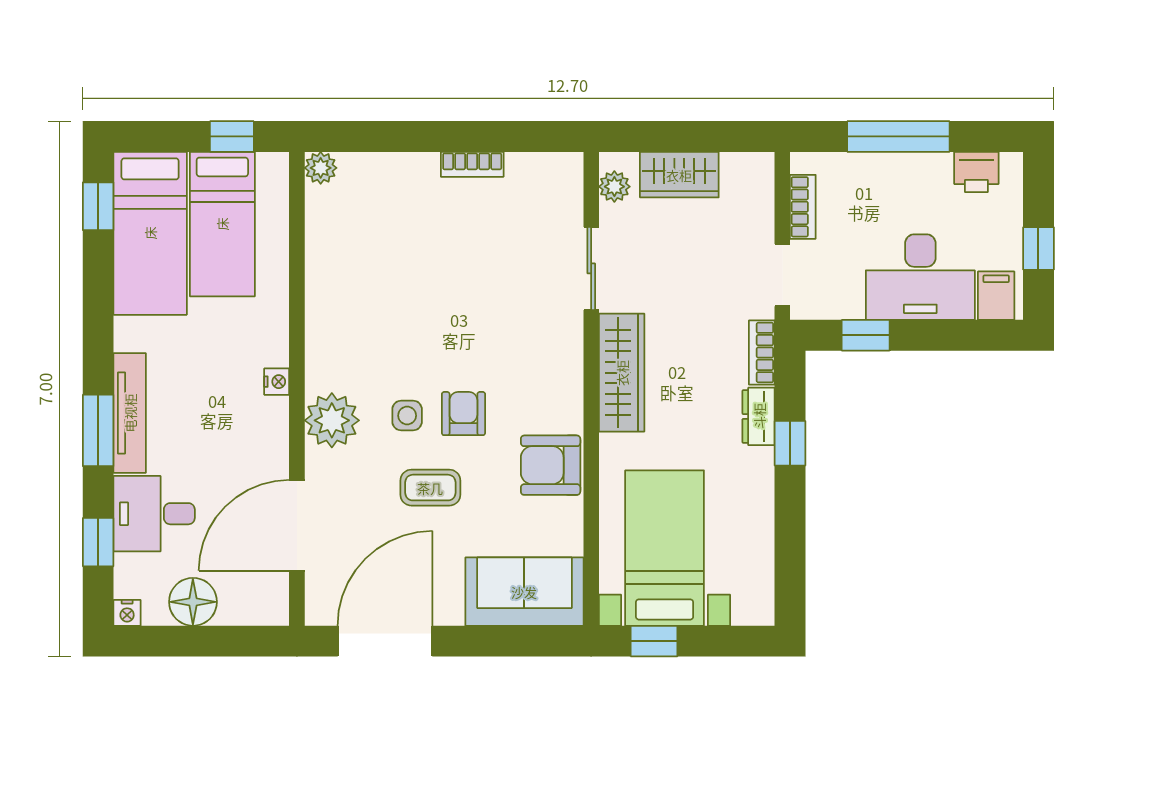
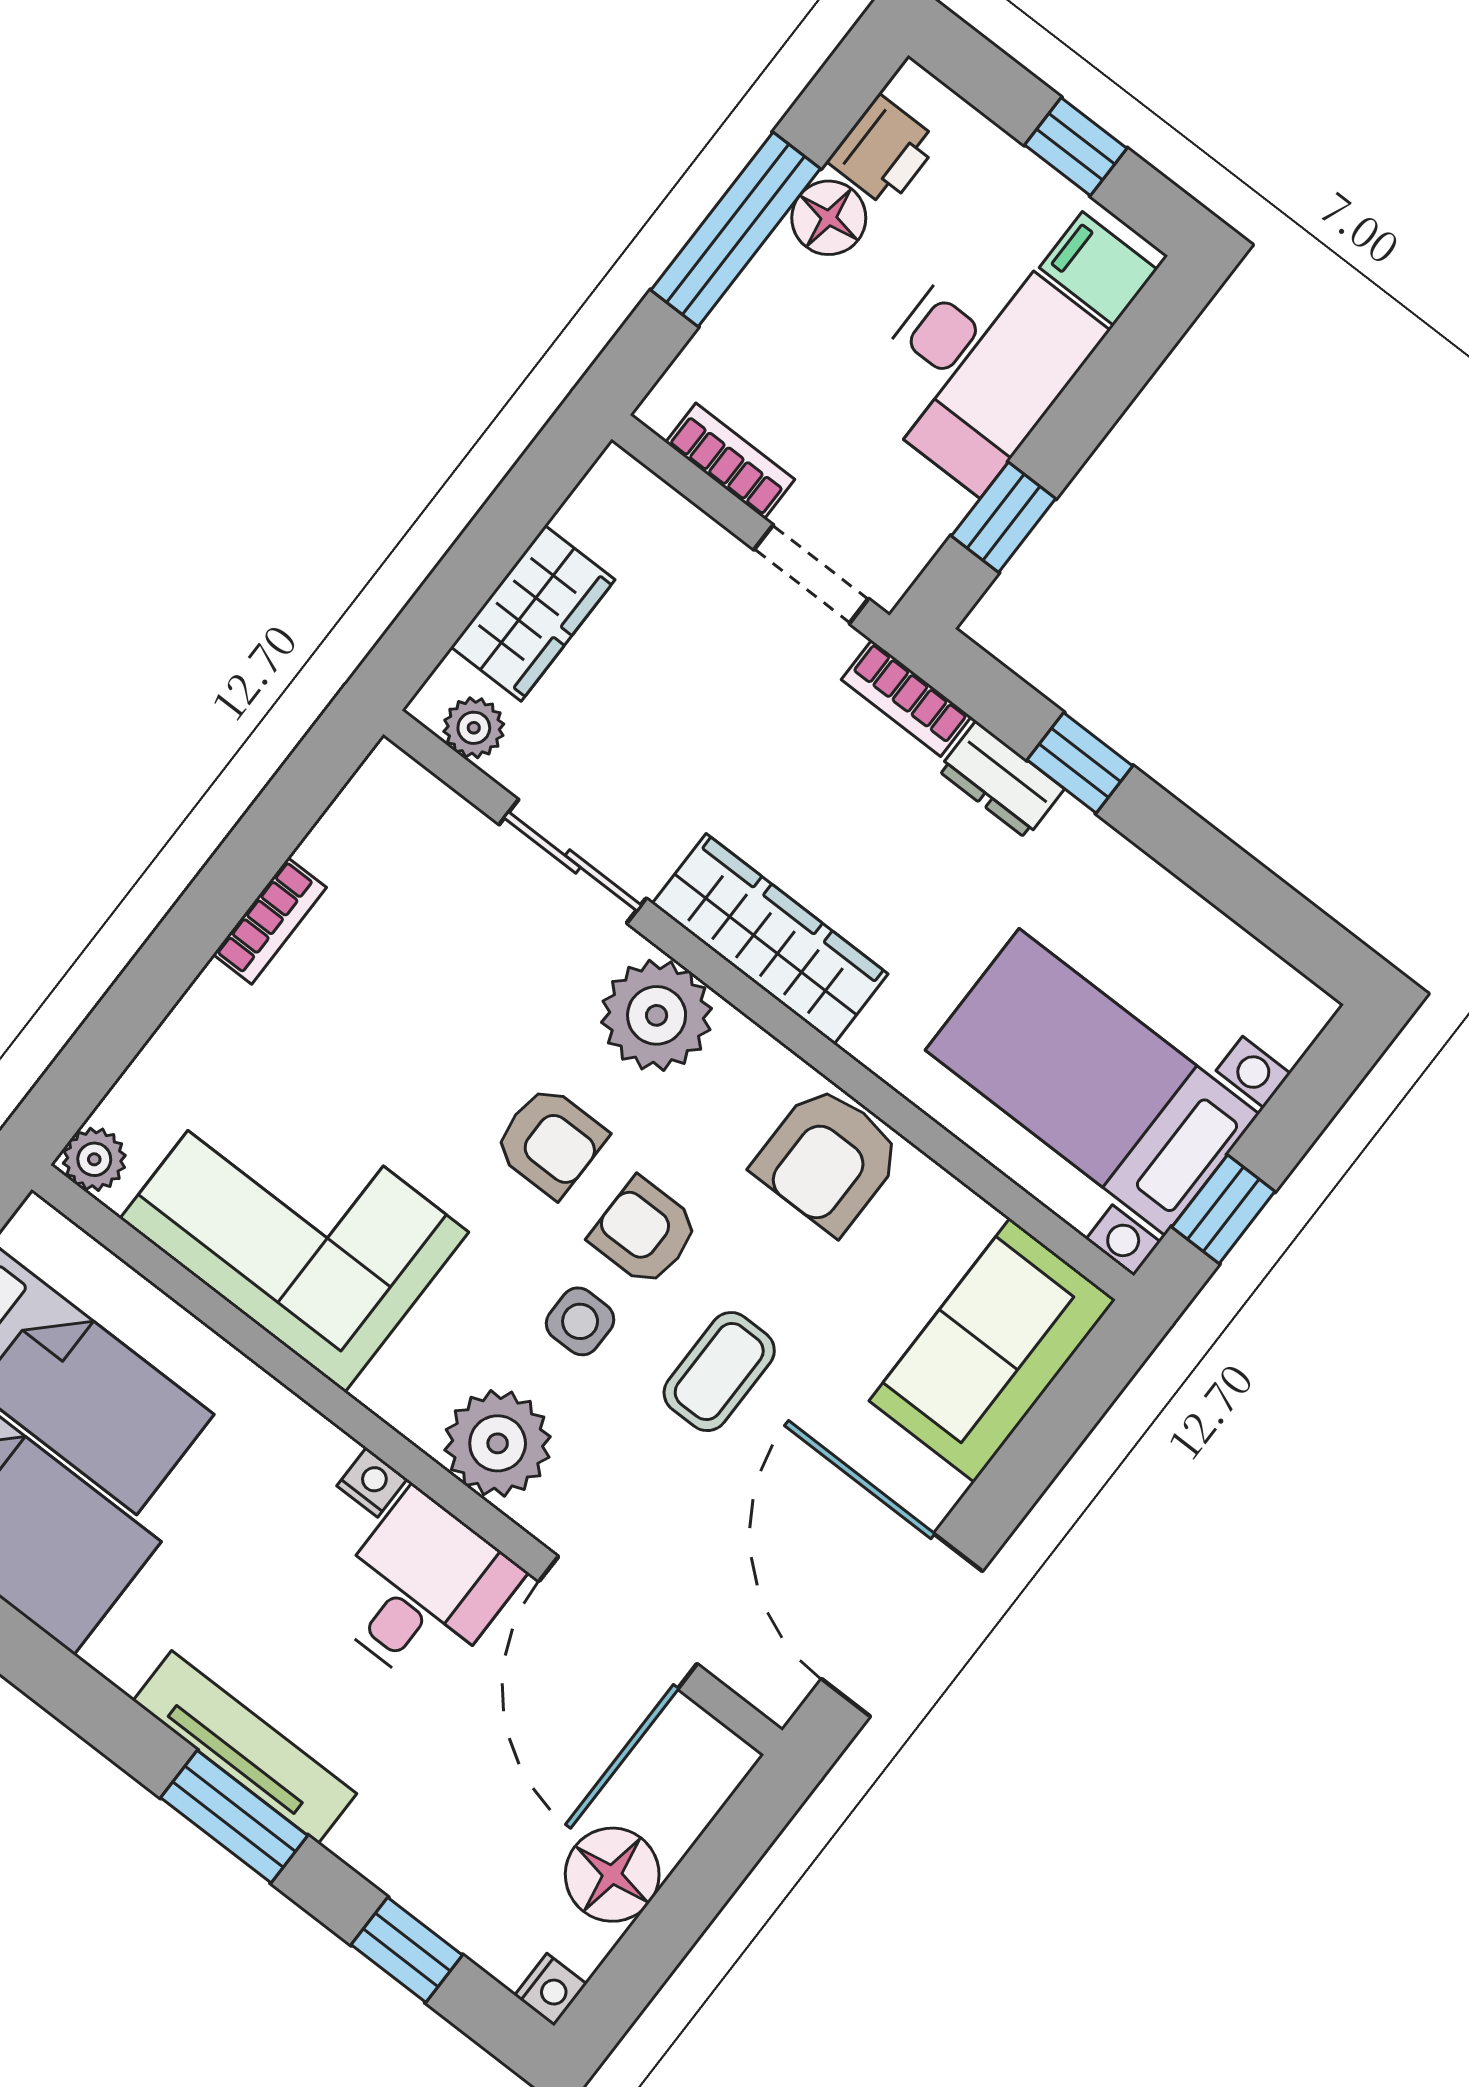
floor lamp: (932, 171) -> (829, 218), added
corner sofa: (356, 270) -> (294, 1225), added
armchair: (471, 347) -> (550, 1141), added
plant: (555, 351) -> (657, 1015), added
desk: (154, 514) -> (422, 1590), moved, turned 180

